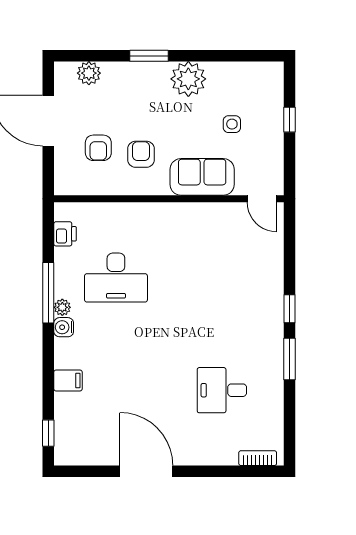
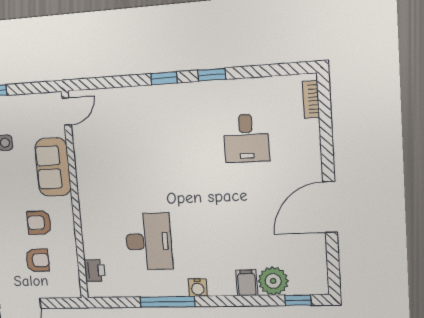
printer: (65, 234) -> (95, 270), moved, turned 90
plant: (62, 307) -> (273, 281), moved, width x1.88, depth x1.88
window: (290, 359) -> (212, 75), width x0.67

